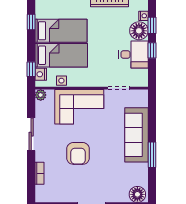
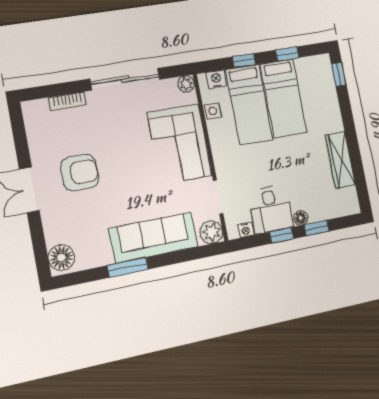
nightstand: (143, 16) -> (246, 230), moved
floor lamp: (139, 31) -> (301, 218), width x0.53, depth x0.53
window: (31, 69) -> (244, 61), moved
plant: (141, 97) -> (211, 232), added
sliding door: (31, 134) -> (125, 79), width x1.37
armchair: (78, 153) -> (80, 173), moved, turned 180

